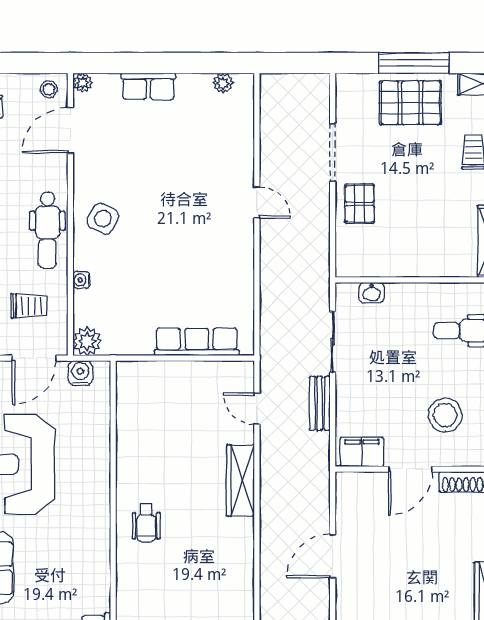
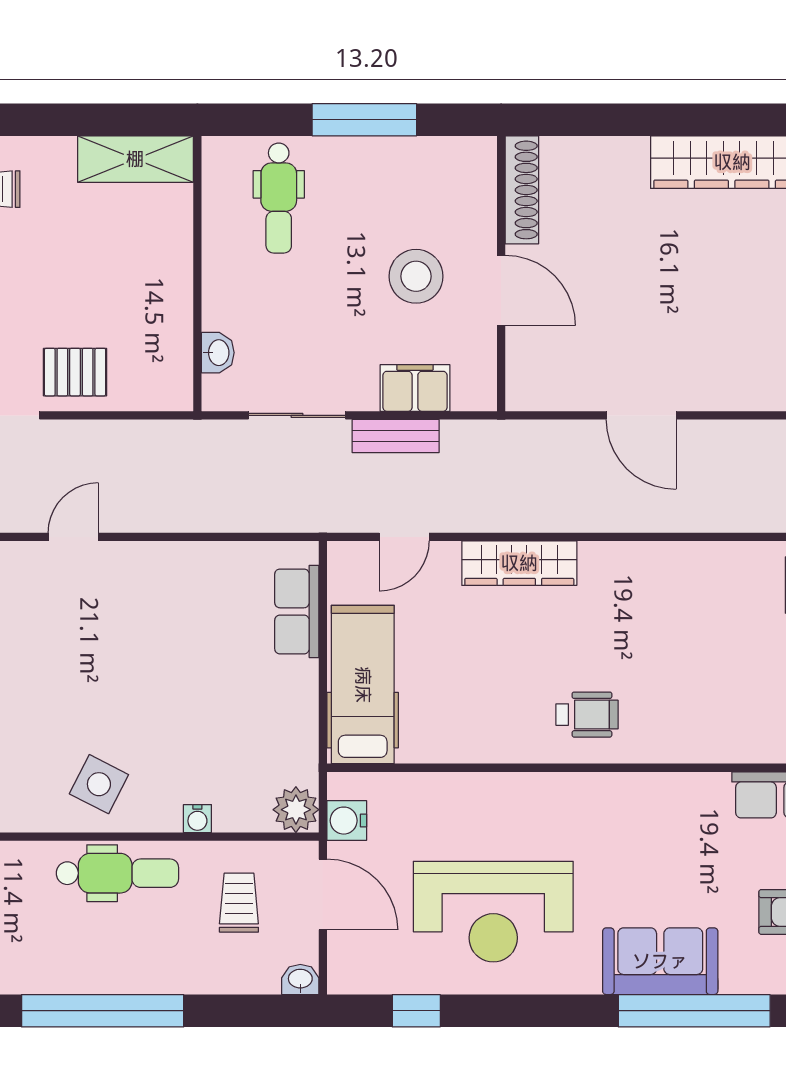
row of seats: (197, 342) -> (297, 611), width x0.68
hospital bed: (165, 383) -> (363, 685), added
stool: (445, 415) -> (416, 276), moved
filing cabinet: (362, 452) -> (415, 388), moved, turned 90

